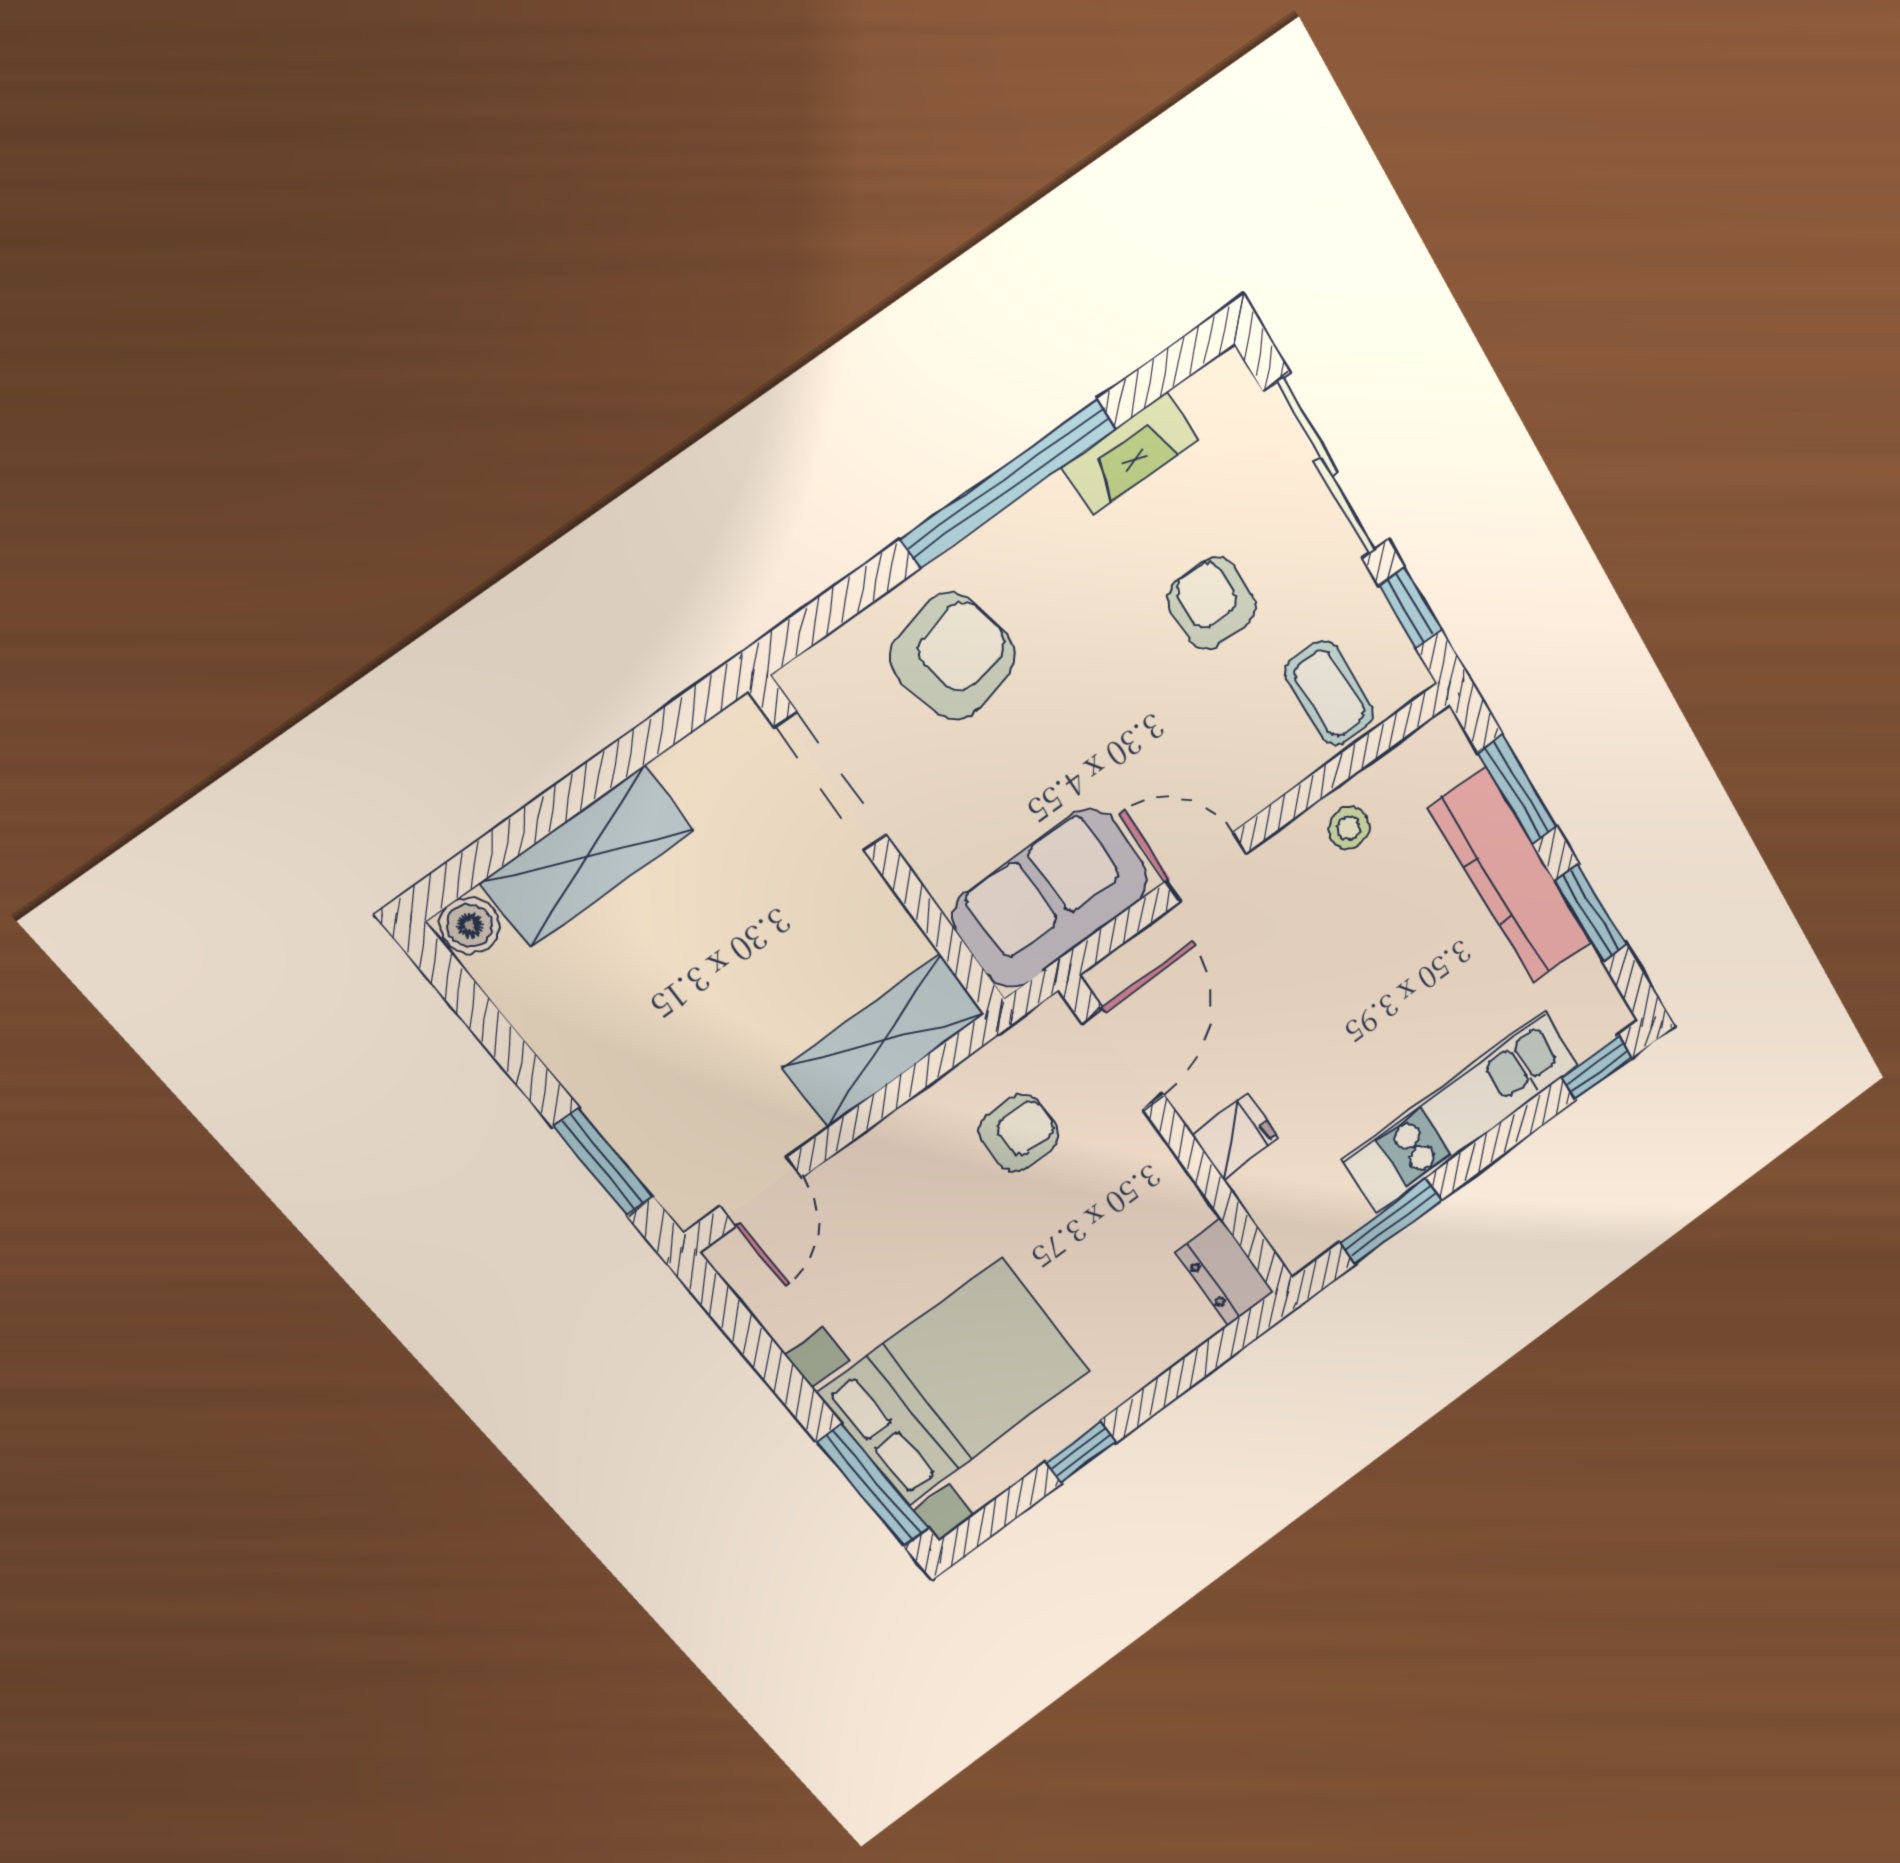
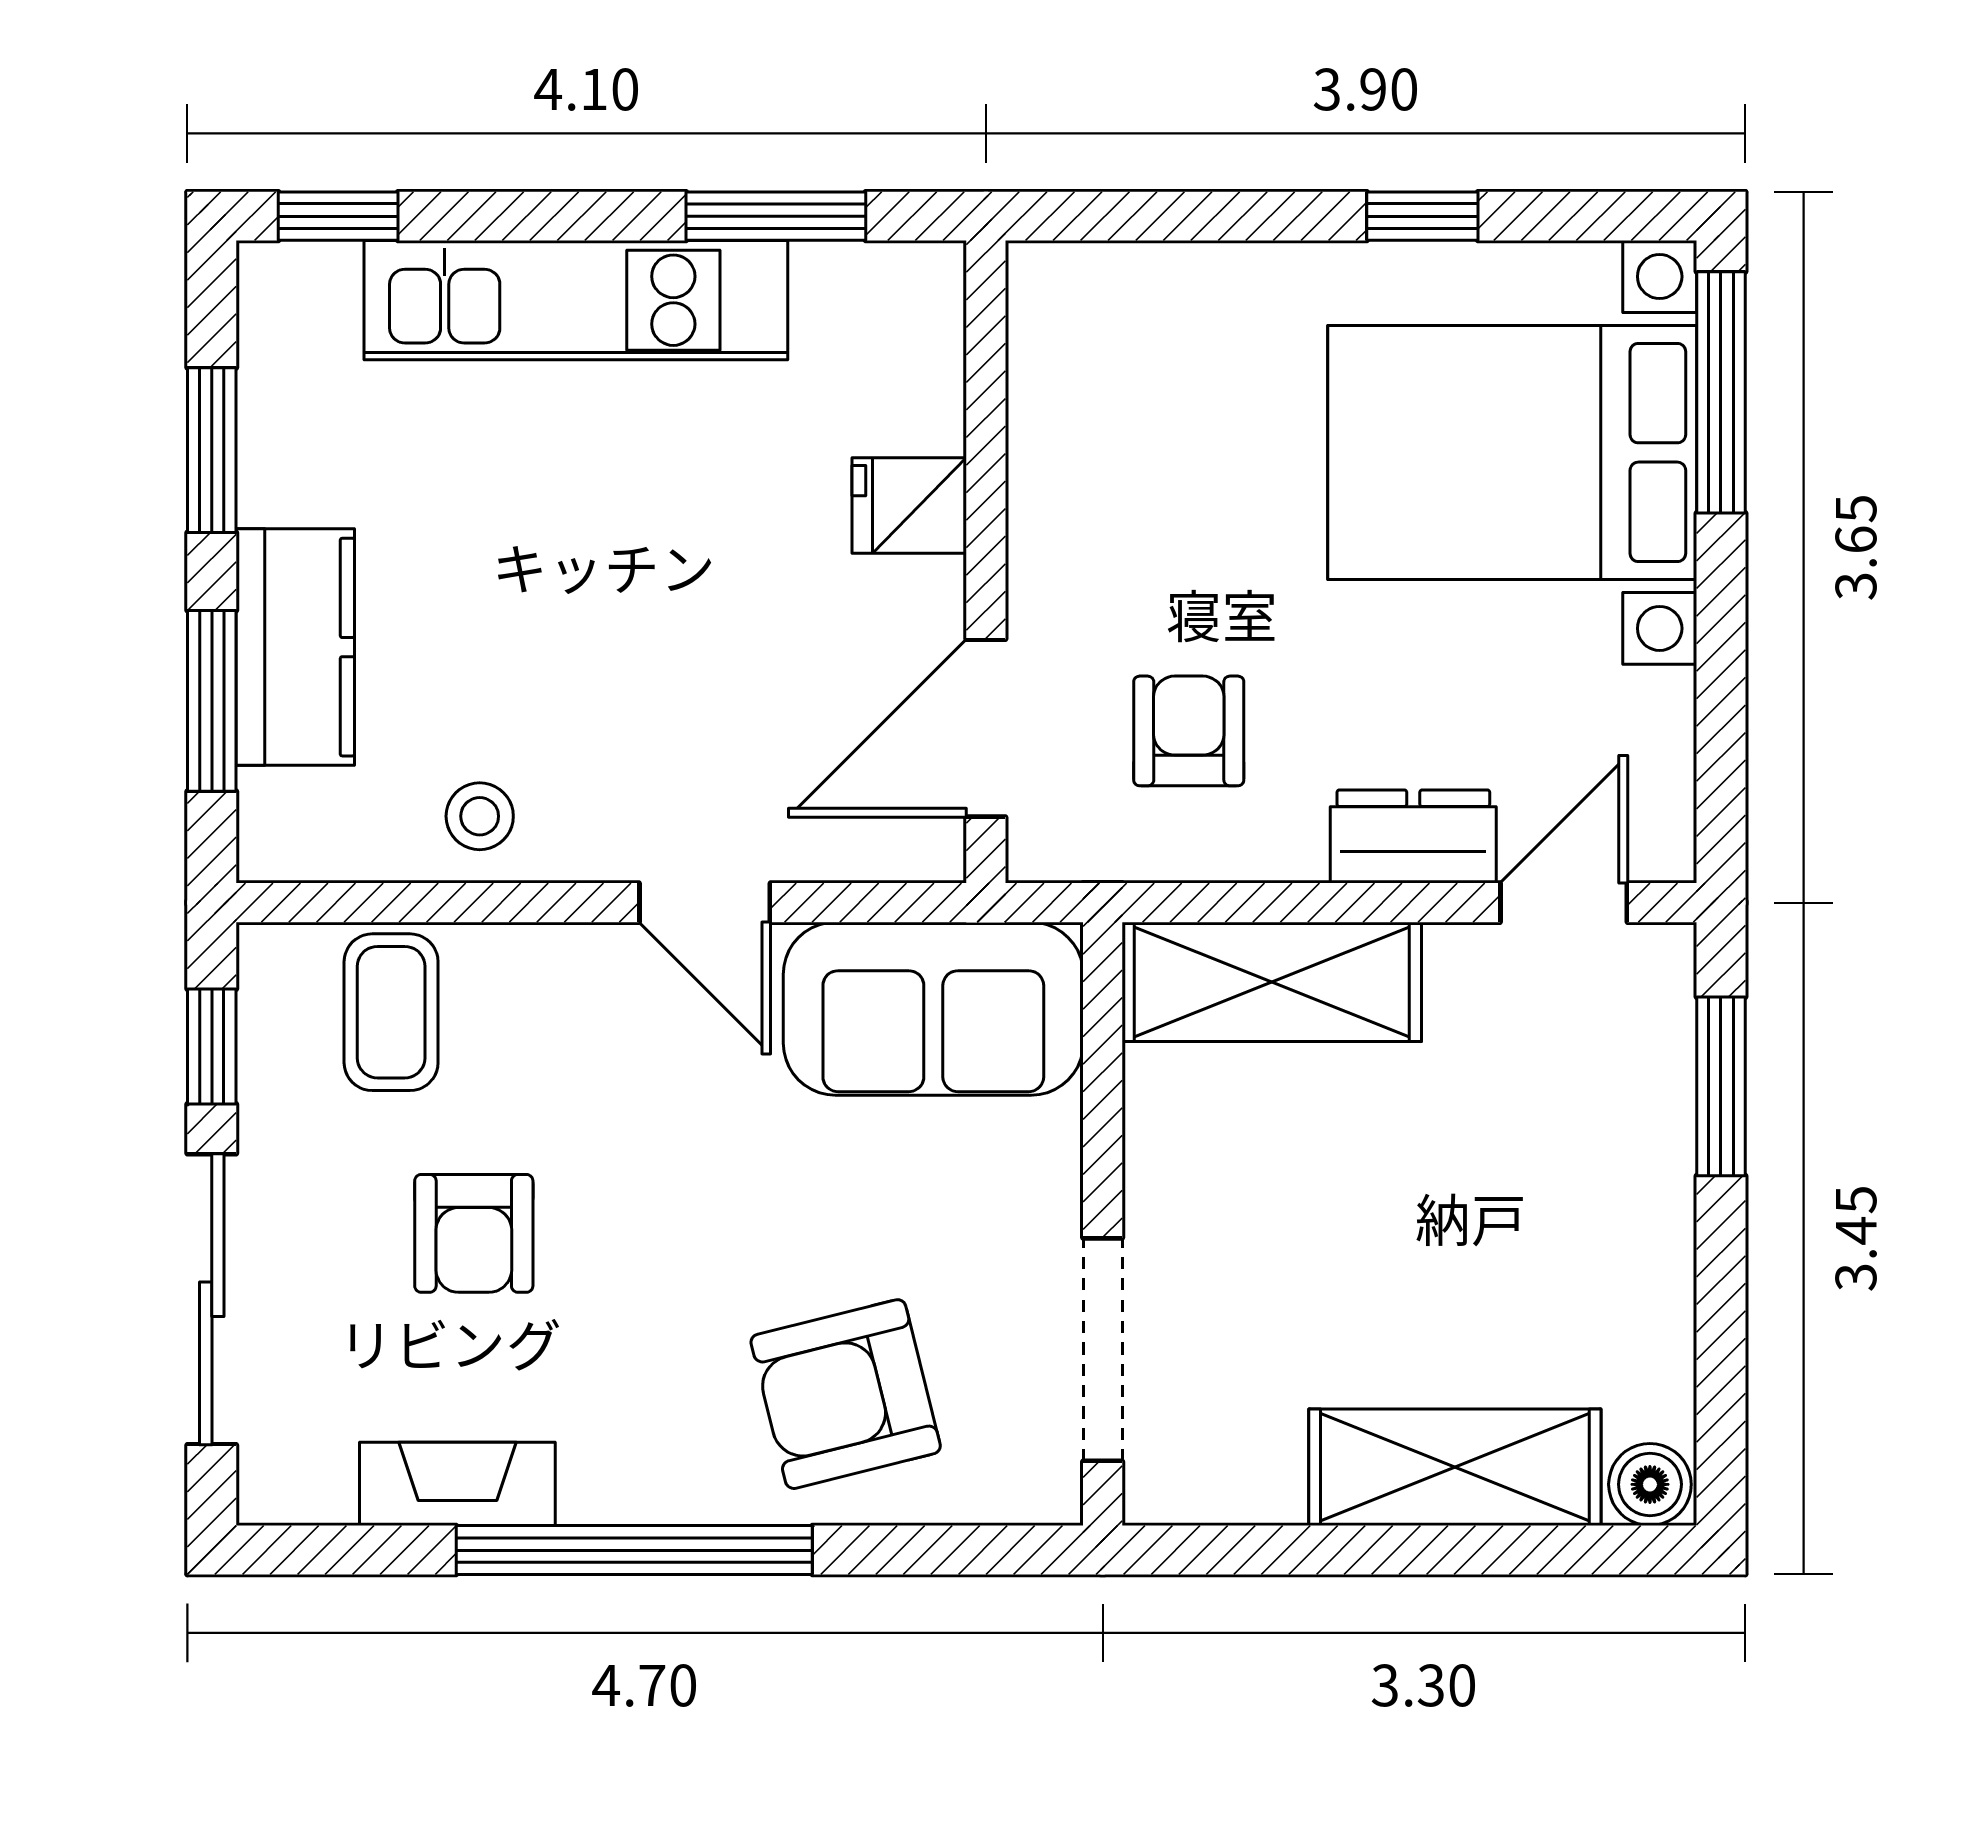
kitchen counter: (1510, 876) -> (295, 647), width x0.67
armchair: (1019, 1133) -> (1189, 731), turned 90
dresser: (1225, 1272) -> (1413, 836), moved, turned -90

